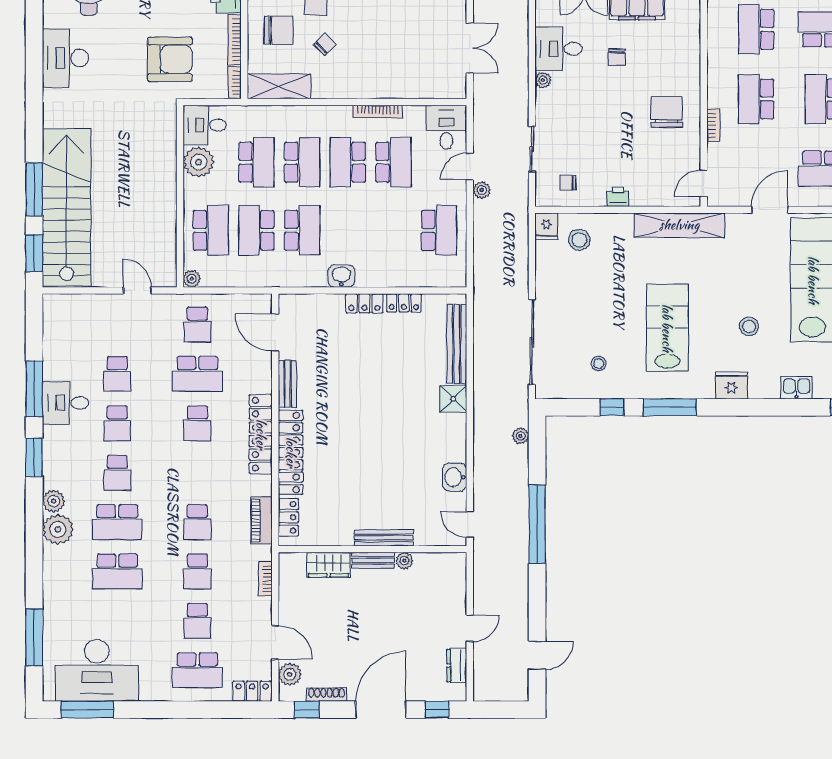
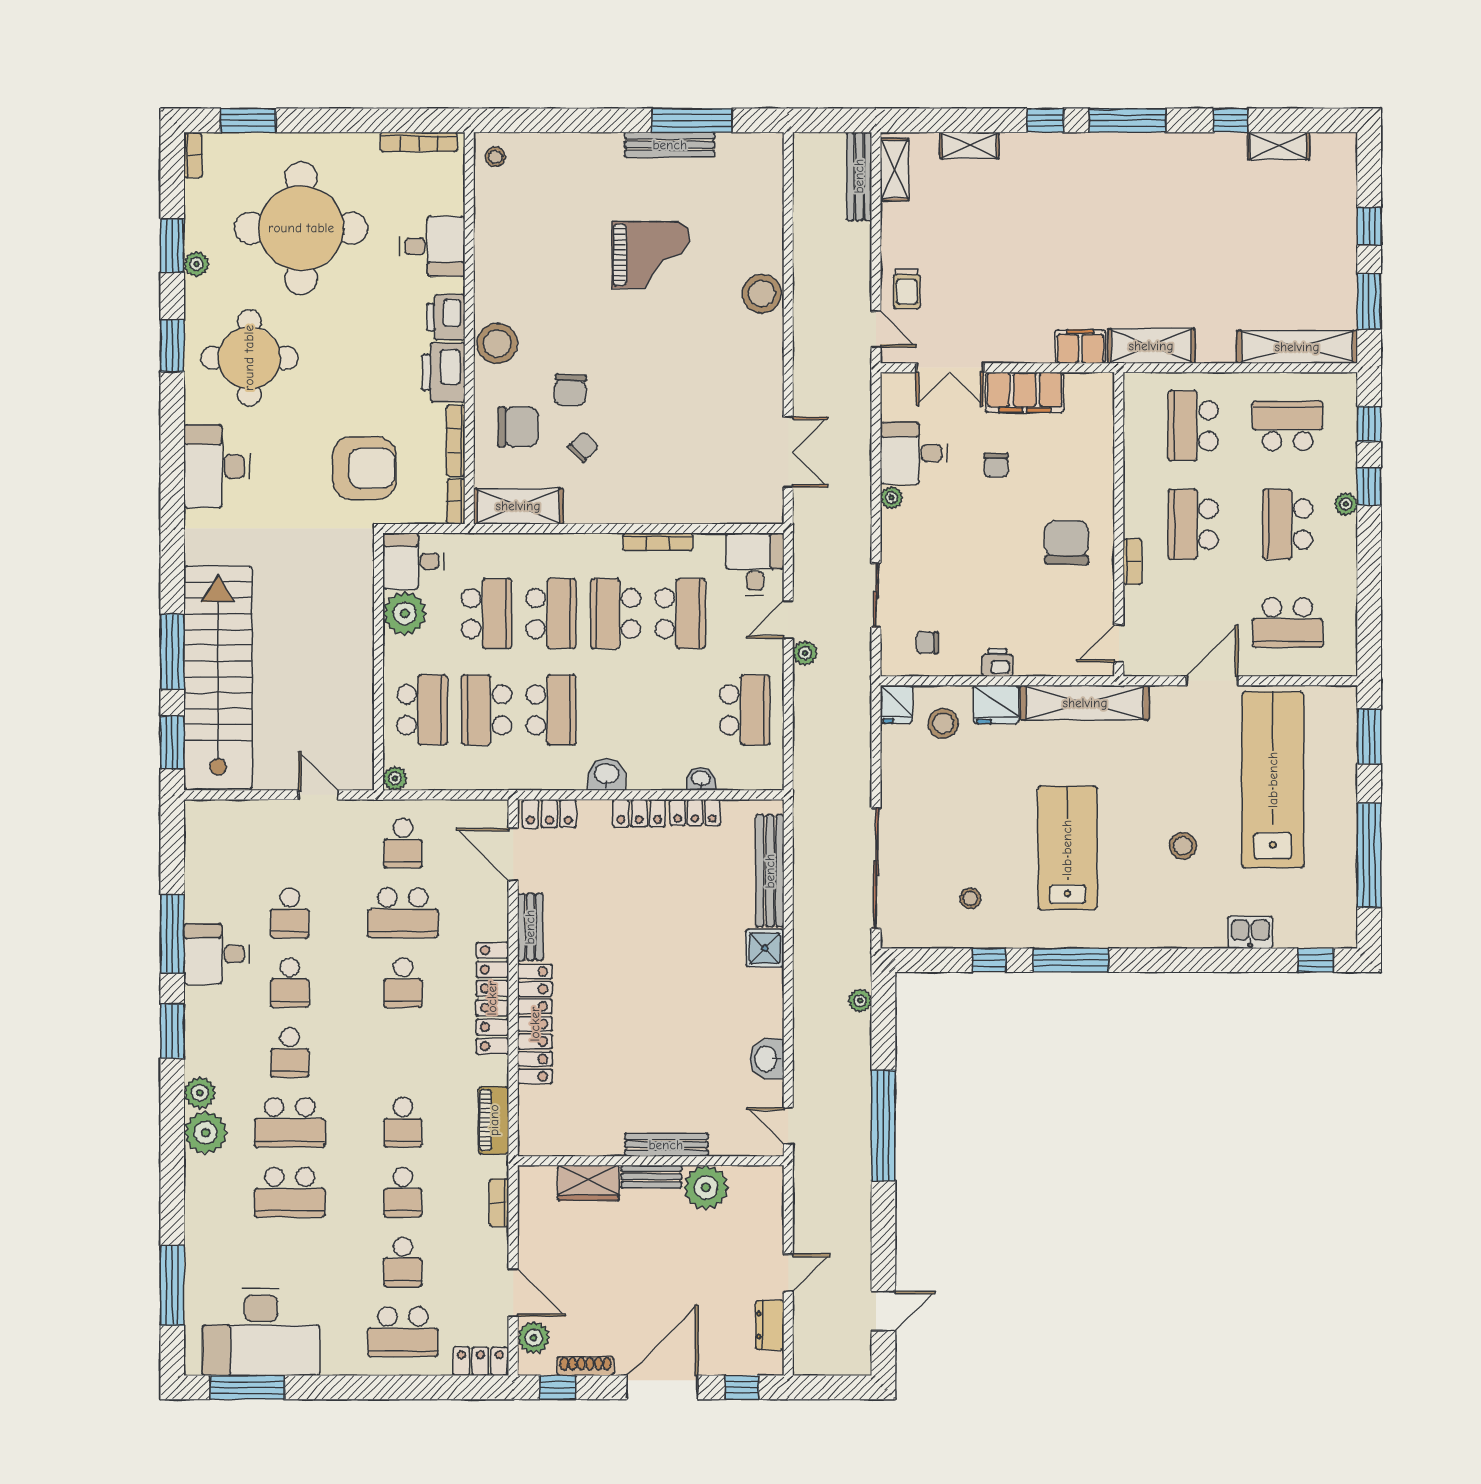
washbasin: (408, 279) -> (701, 779), added
fridge: (731, 385) -> (996, 705), moved, turned 180
locker: (288, 517) -> (549, 814), moved, turned 90
plant: (404, 561) -> (706, 1187), width x1.87, depth x1.87

